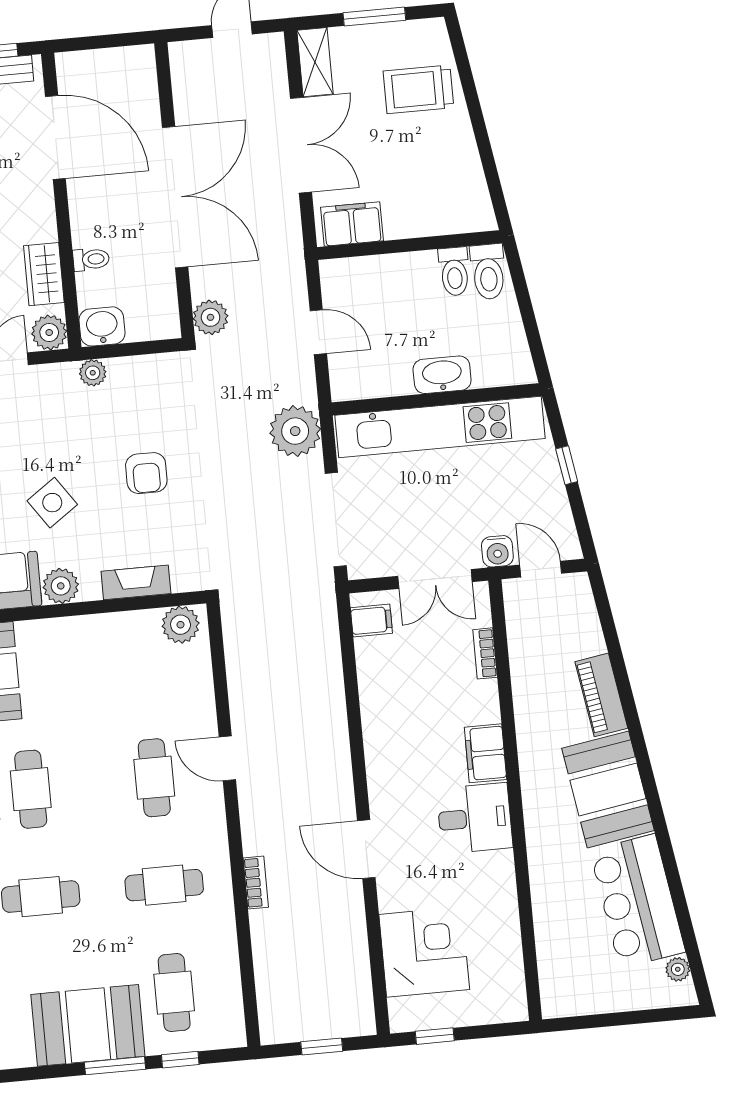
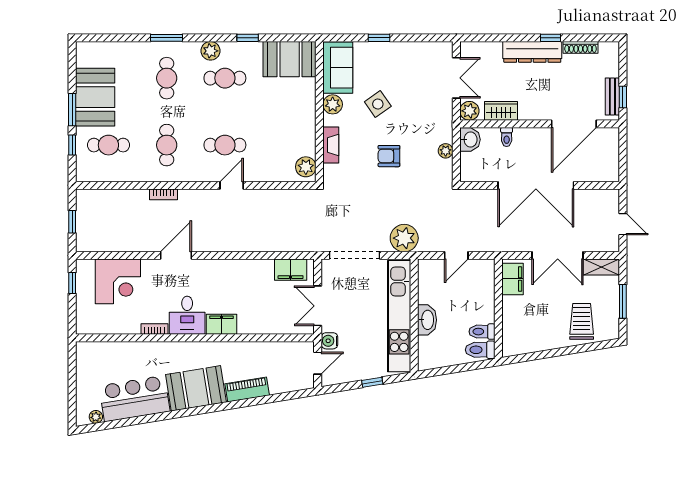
plant: (211, 317) -> (469, 198), removed
plant: (93, 373) -> (446, 151), moved
filing cabinet: (371, 620) -> (291, 270), width x2.00
bookcase: (485, 653) -> (155, 329), moved

